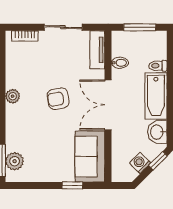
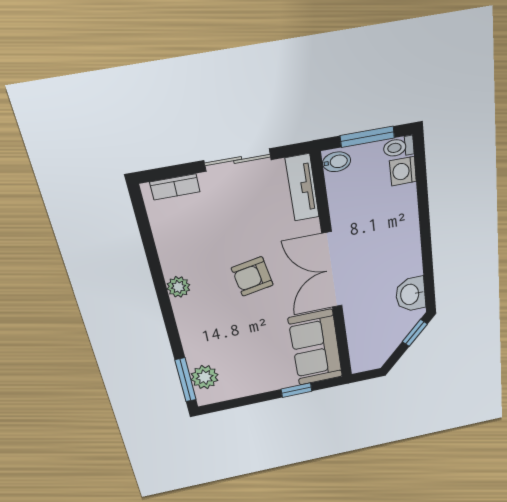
bidet: (120, 63) -> (337, 162), moved
toilet: (158, 66) -> (399, 147), moved
bathtub: (156, 96) -> (404, 243), removed
washing machine: (140, 163) -> (403, 171), moved, turned -45

